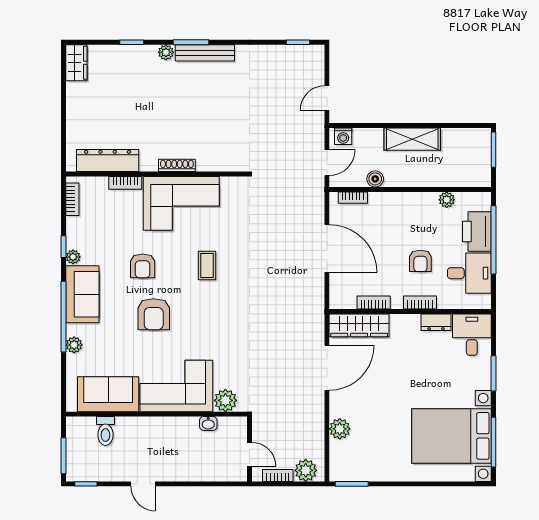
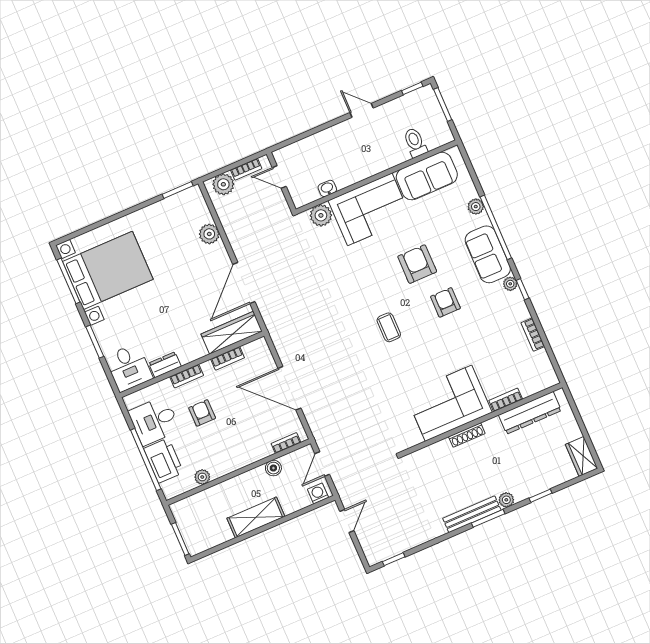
dresser: (108, 161) -> (530, 413), moved
shoe rack: (177, 165) -> (467, 435), moved
wall: (156, 174) -> (482, 420), moved
bookcase: (125, 183) -> (506, 400), moved
corner sofa: (181, 203) -> (449, 403), moved

